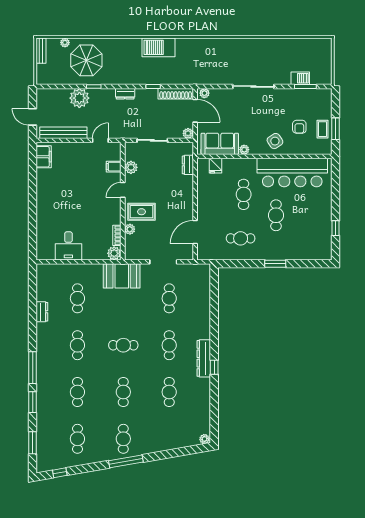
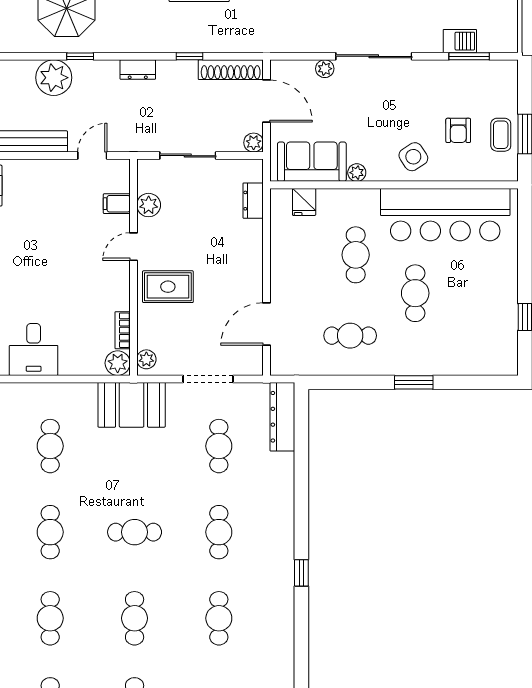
plant: (204, 93) -> (325, 69), moved
plant: (130, 229) -> (146, 359), moved
dresser: (204, 358) -> (282, 417), moved

